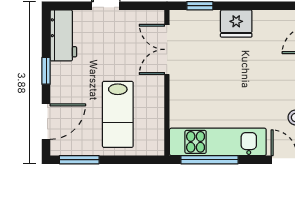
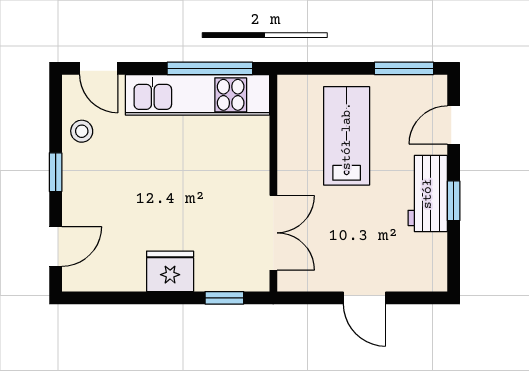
workbench: (63, 35) -> (428, 194), moved
door: (46, 122) -> (454, 125), width x0.73

